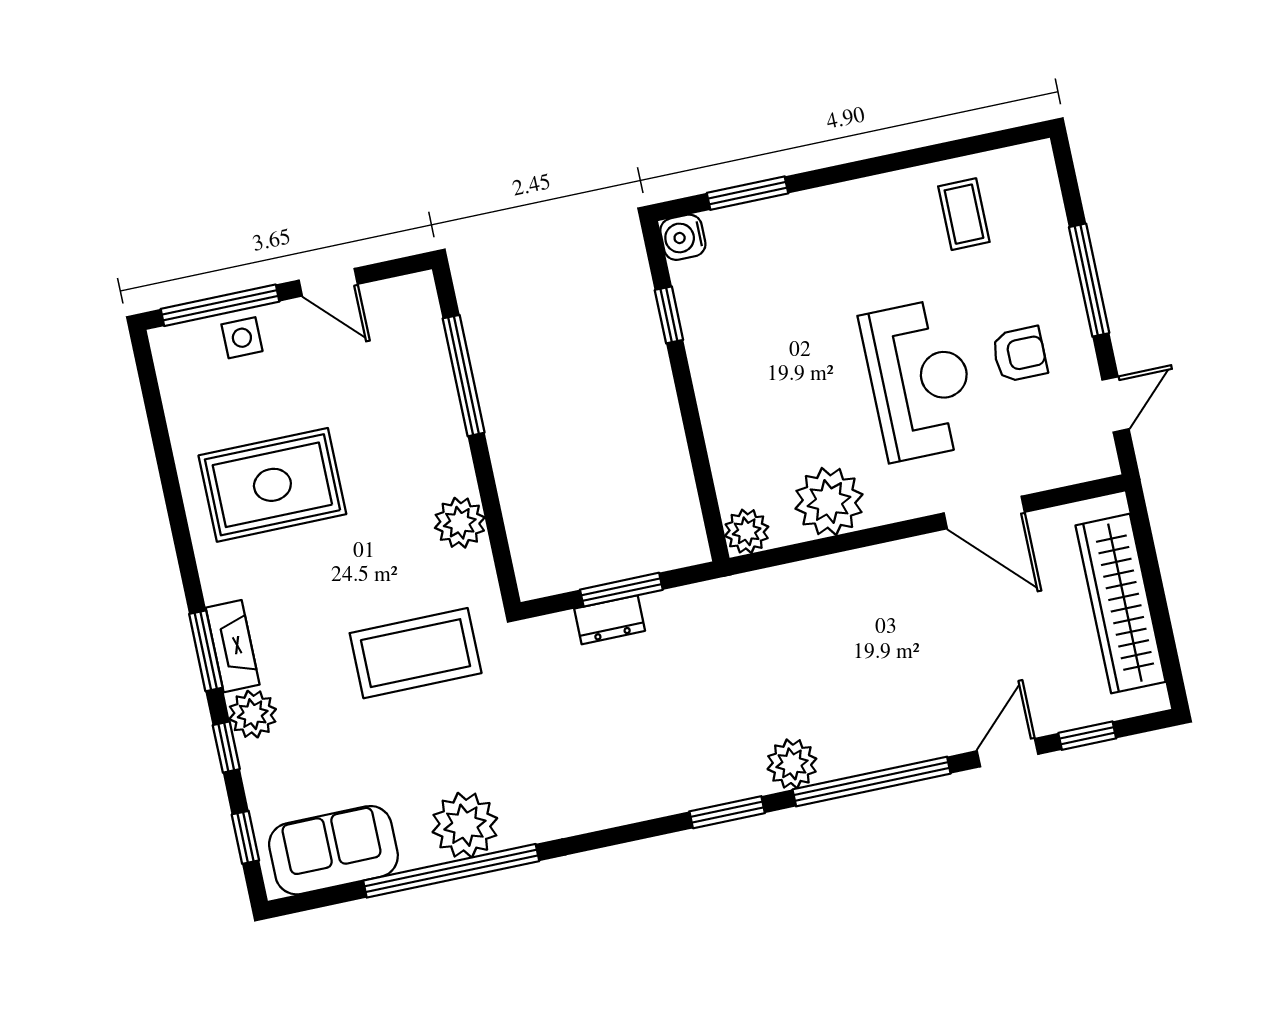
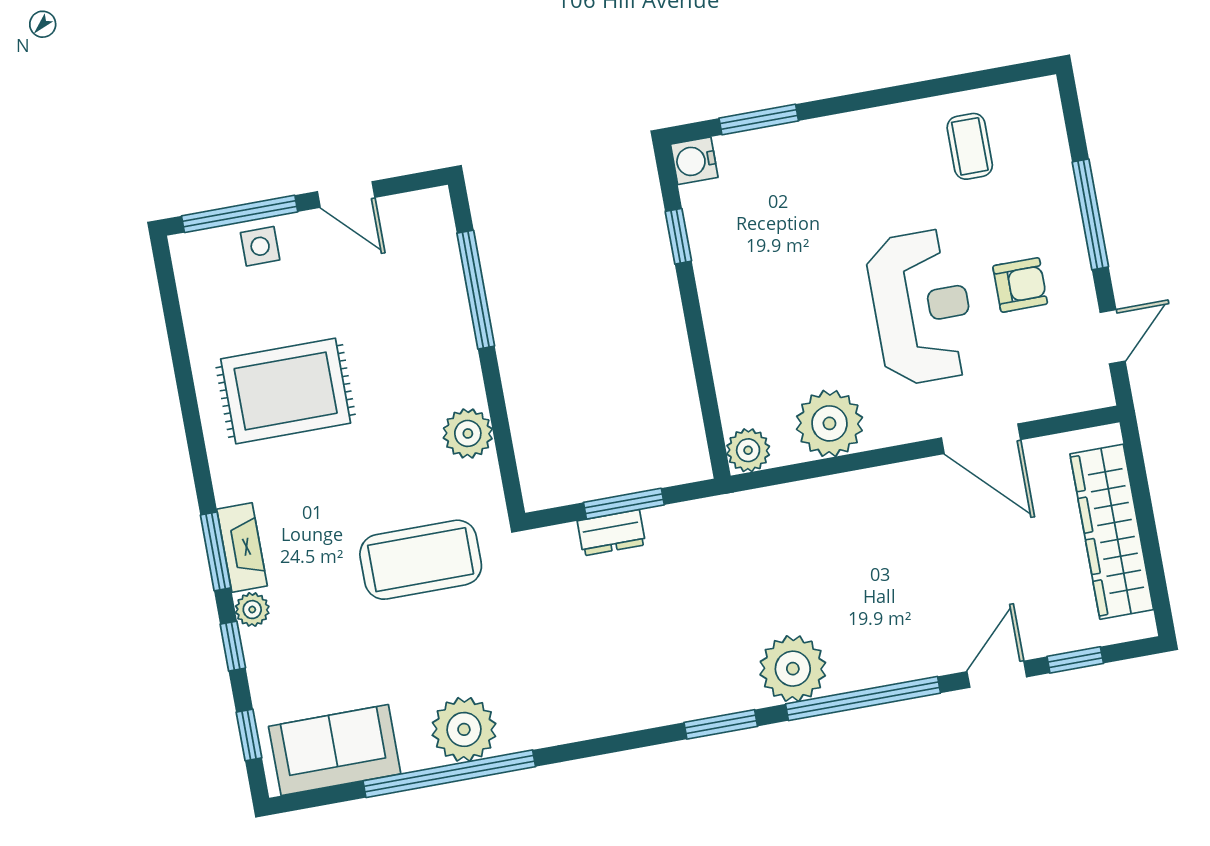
plant: (253, 714) -> (252, 610), width x0.73, depth x0.73
plant: (792, 764) -> (793, 669), width x1.36, depth x1.36

